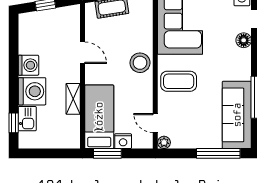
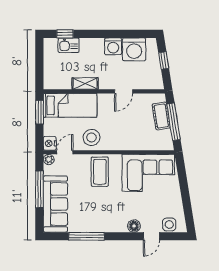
stool: (140, 63) -> (92, 137), moved
washing machine: (32, 91) -> (134, 49), moved
sofa: (237, 115) -> (55, 204), moved, turned 90
nightstand: (123, 141) -> (50, 143), moved
window: (218, 153) -> (39, 189), moved

